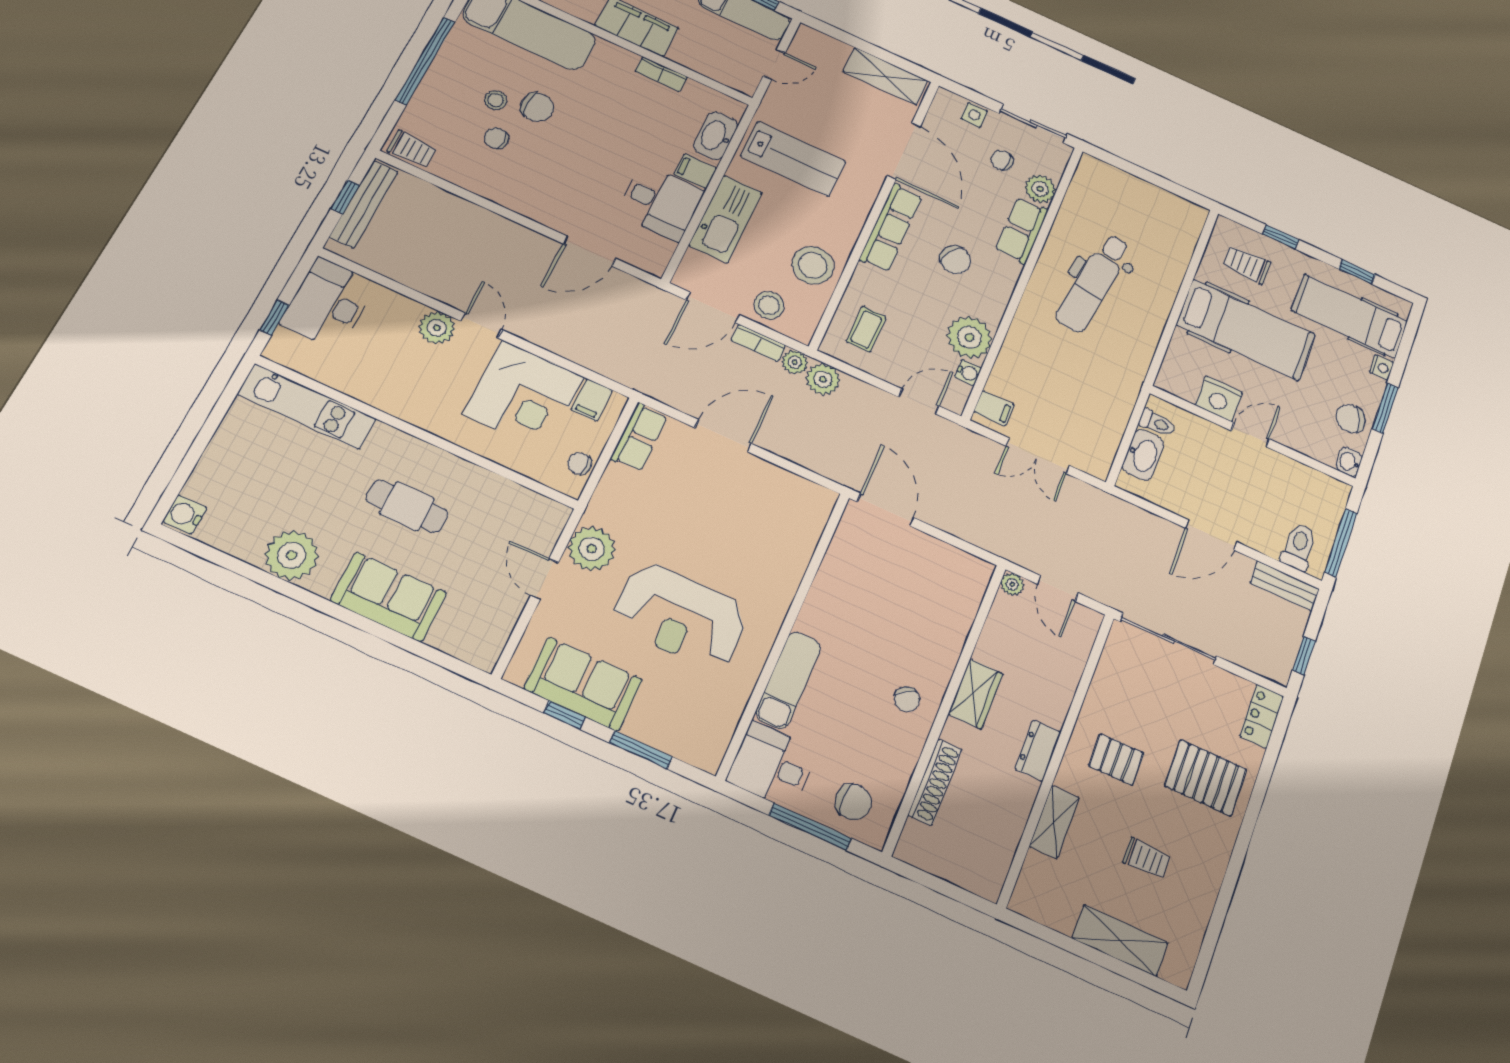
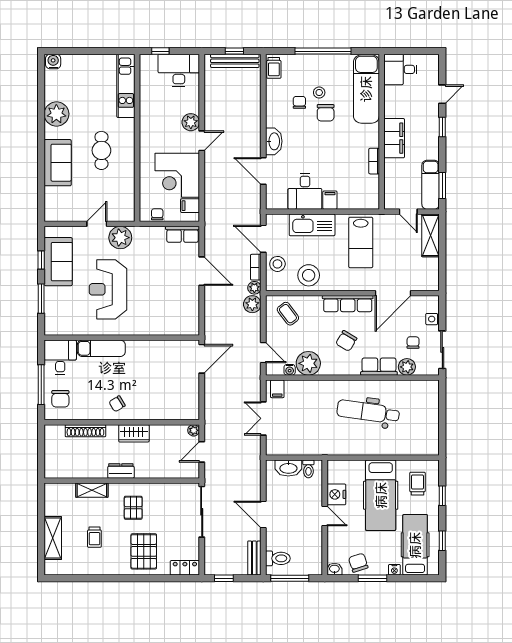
shelving: (885, 76) -> (431, 235), moved
washbasin: (716, 136) -> (274, 141), moved, turned 90
coffee table: (866, 329) -> (288, 314), turned 53

